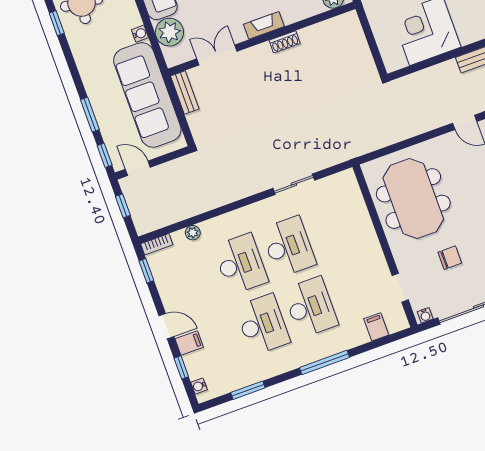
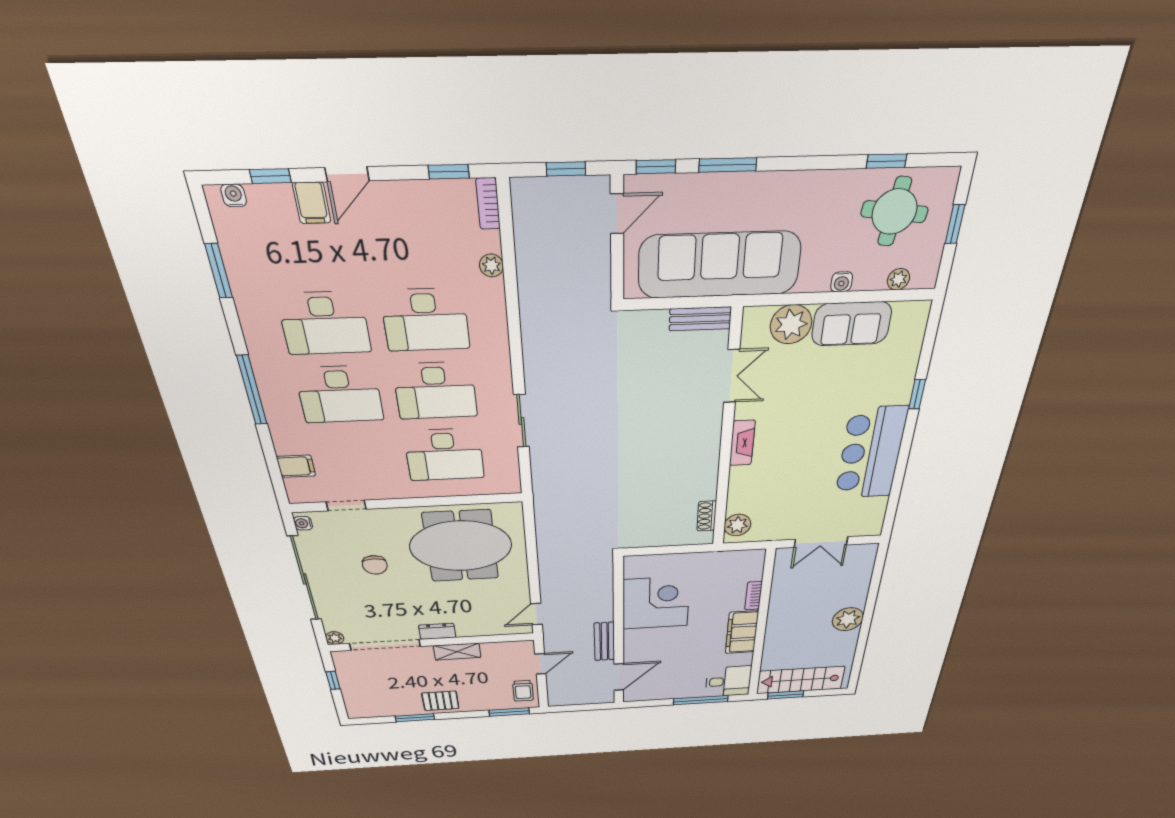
water cooler: (140, 34) -> (842, 282), moved
shoe rack: (285, 42) -> (707, 516), moved
desk: (336, 229) -> (444, 455), added

